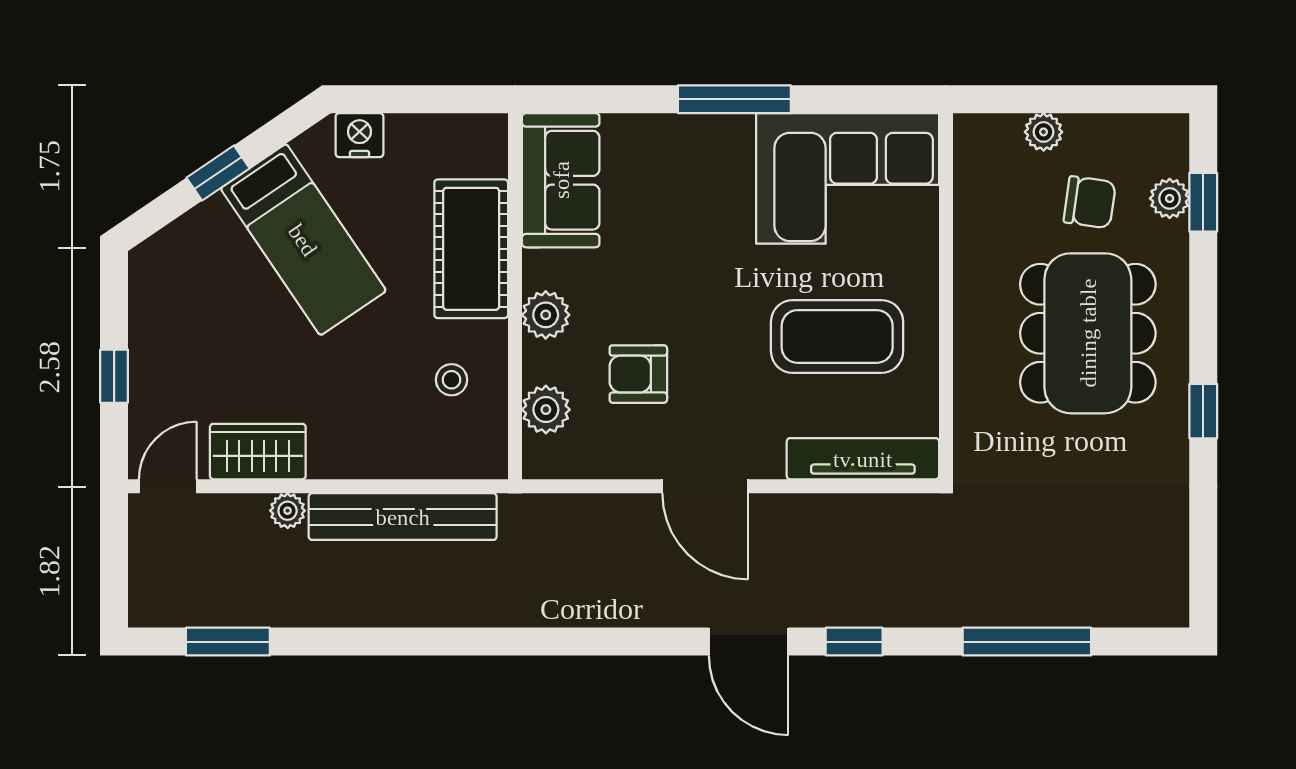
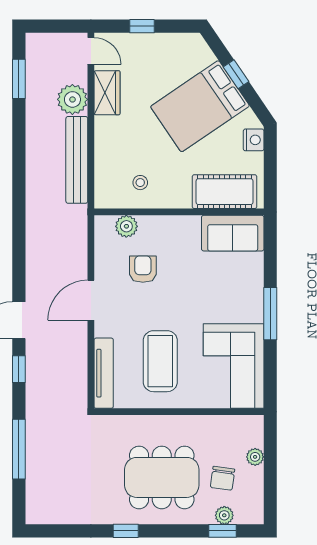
bed: (303, 240) -> (200, 106), width x1.50
cot: (471, 249) -> (225, 192), moved
plant: (546, 315) -> (170, 226), removed
plant: (288, 511) -> (72, 99), width x1.88, depth x1.88

